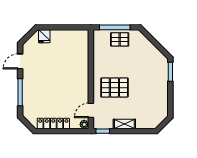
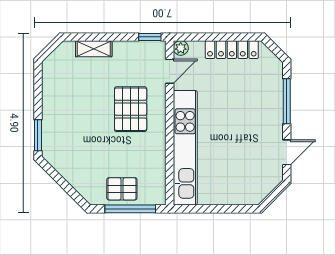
fridge: (44, 36) -> (247, 194), removed
kitchen unit: (81, 64) -> (185, 148), added
pallet: (114, 88) -> (131, 109), turned 90
shelving: (124, 124) -> (94, 49), moved

